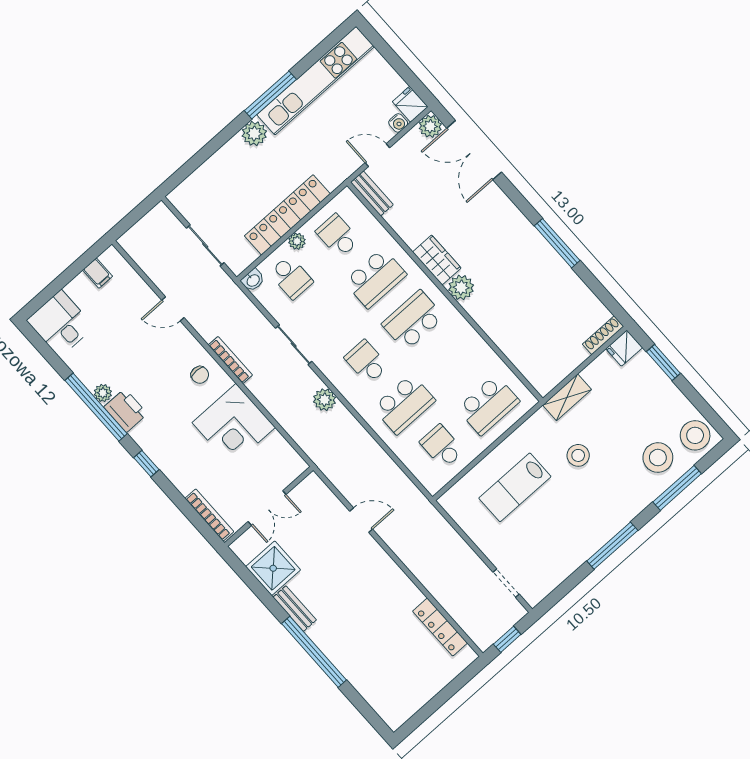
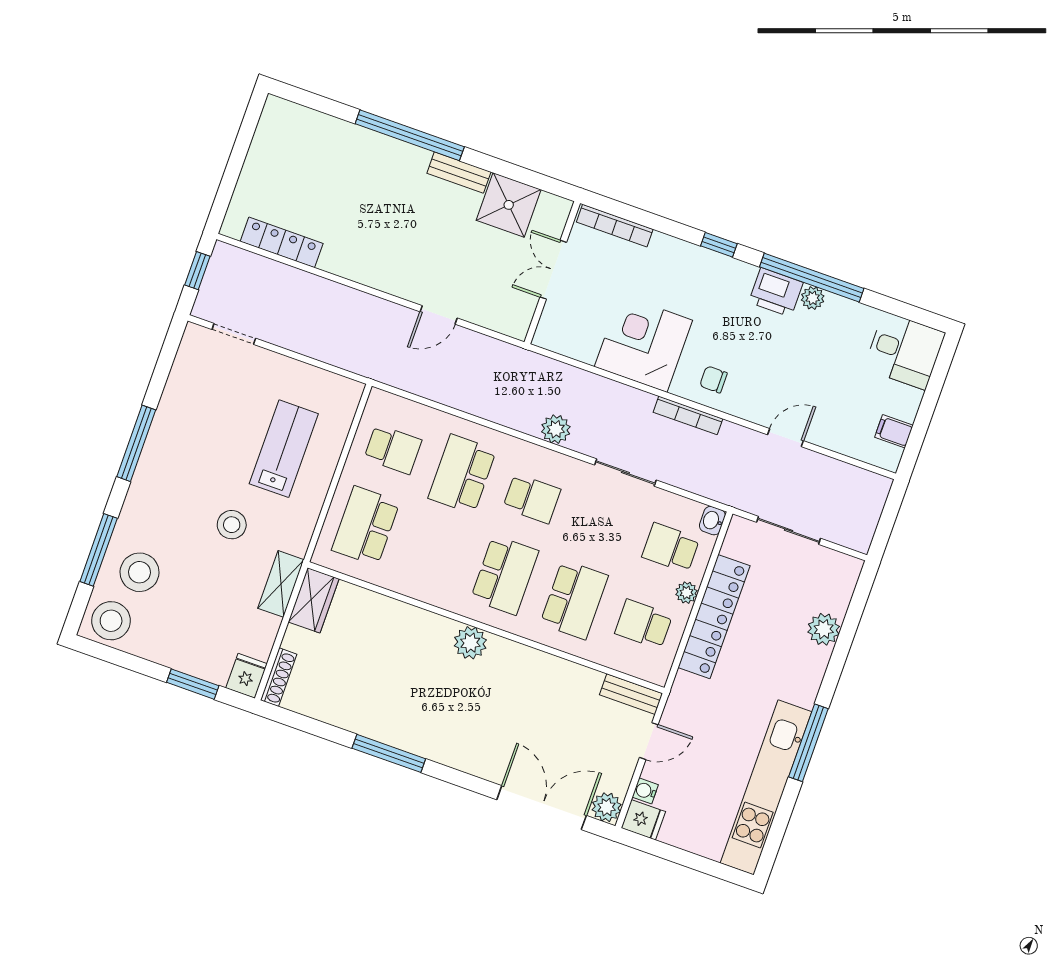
plant: (254, 134) -> (824, 629), moved
school desk: (338, 236) -> (644, 624), turned 180
wardrobe: (437, 260) -> (314, 600), moved, turned -90
school desk: (375, 278) -> (574, 600), turned 180

